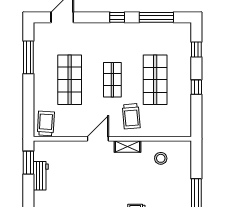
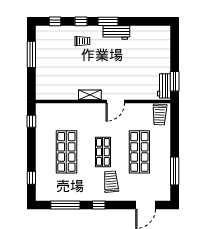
window: (196, 87) -> (31, 121), moved
trolley: (131, 116) -> (111, 182), moved
stool: (161, 158) -> (62, 85), removed
workbench: (41, 176) -> (164, 86), moved

